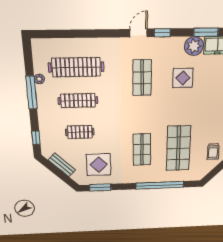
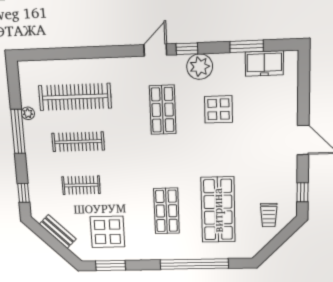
plant: (194, 46) -> (200, 67), moved

